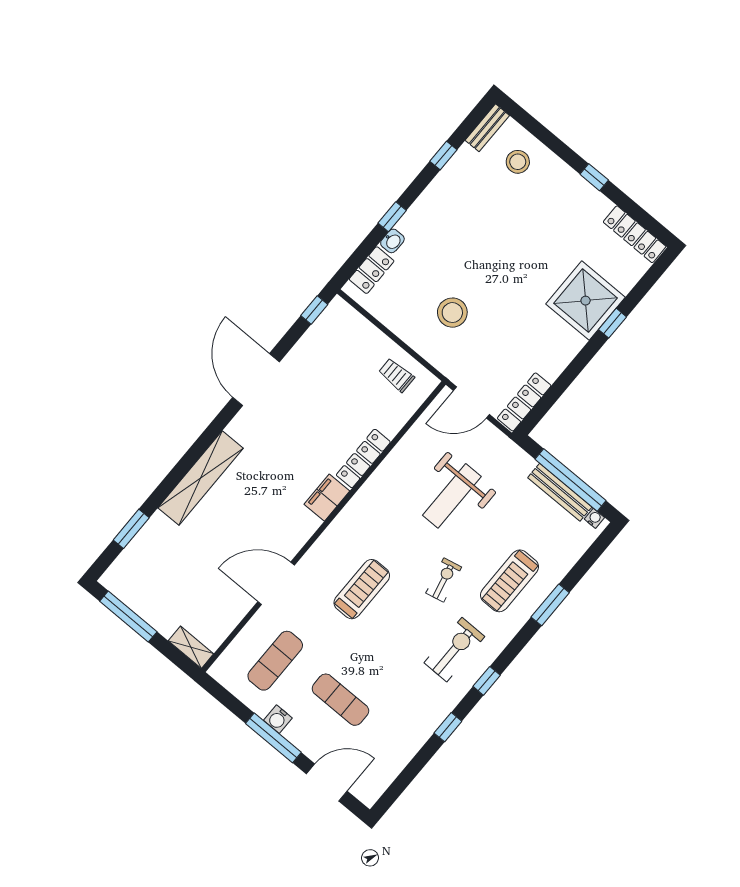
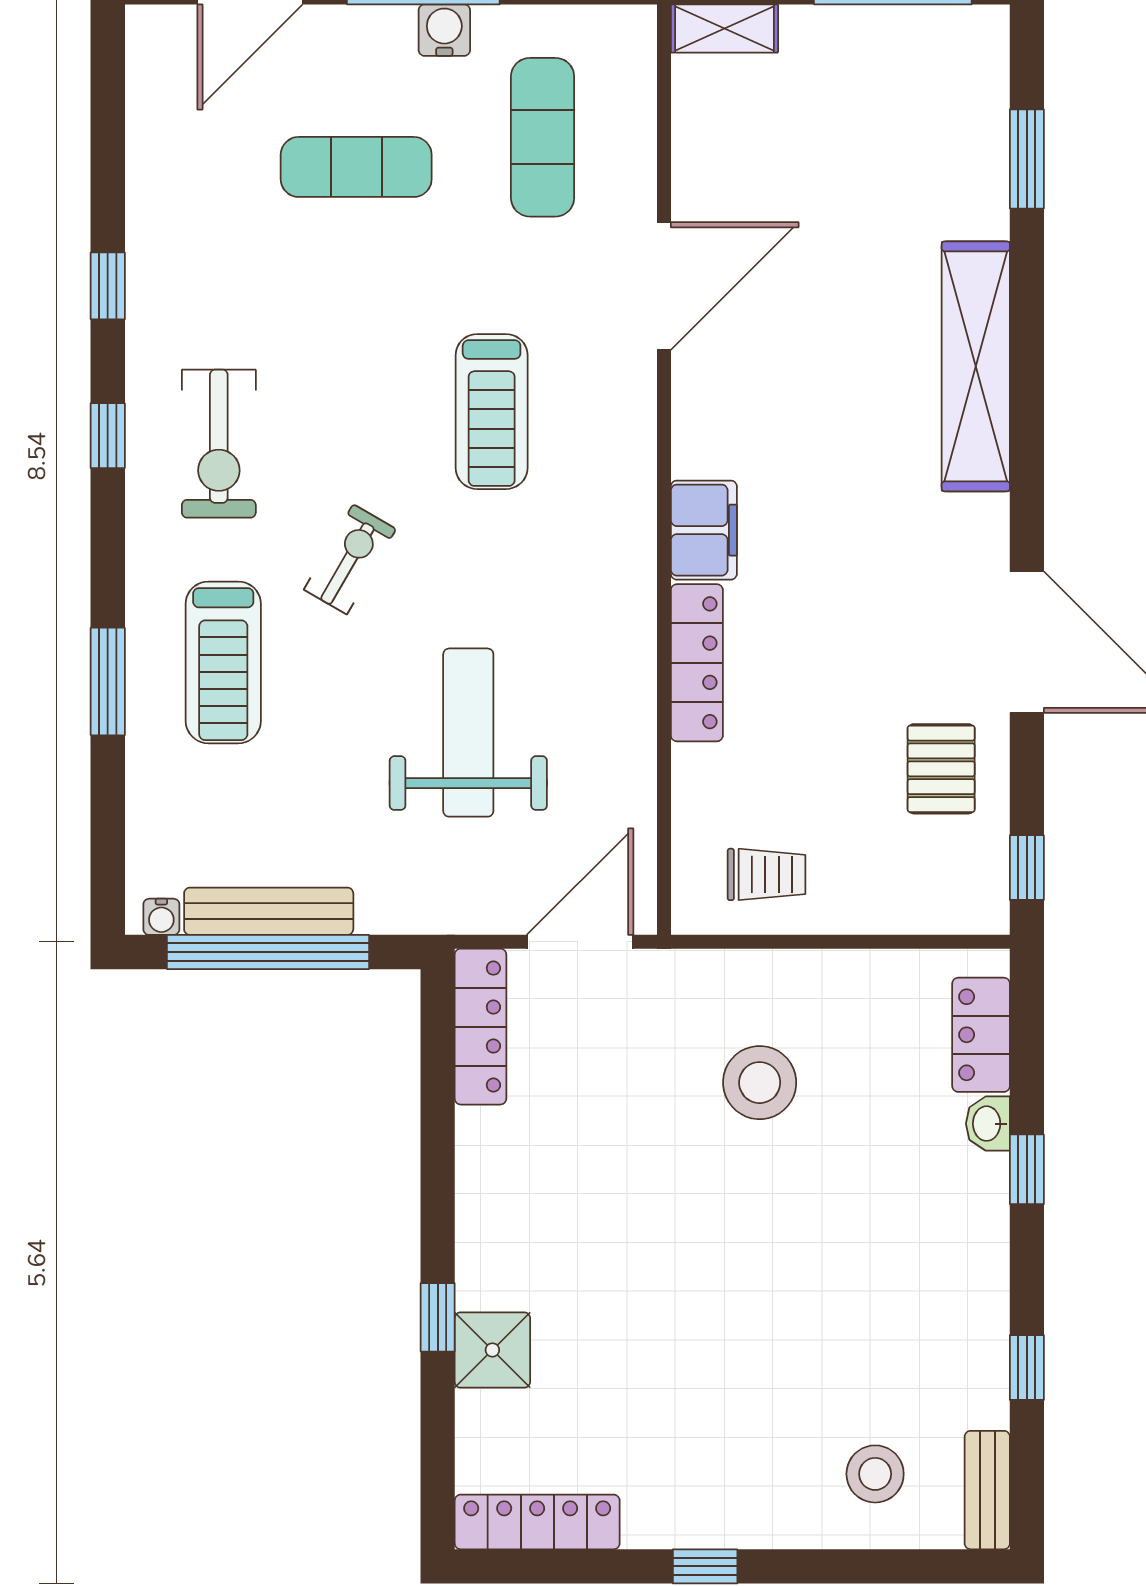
shower: (586, 301) -> (492, 1350), width x0.54, depth x0.54
pallet: (315, 363) -> (941, 769), added
exercise bike: (444, 580) -> (350, 559), turned -137
treadmill: (510, 581) -> (223, 662), turned 180

